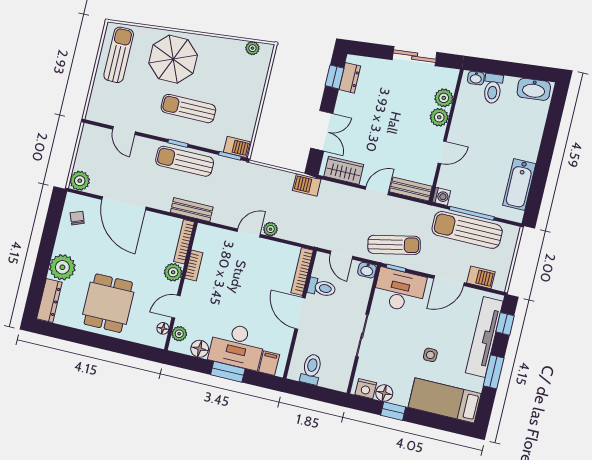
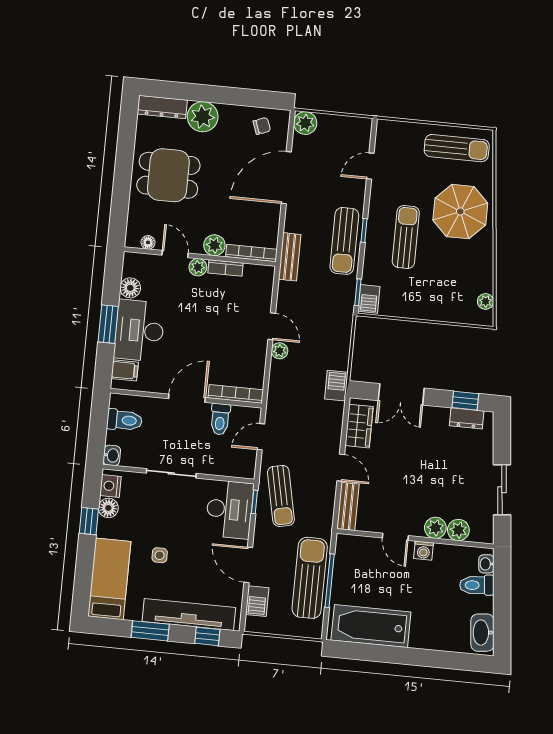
sun lounger: (185, 161) -> (344, 241), turned 180
bathtub: (519, 184) -> (371, 626), width x1.36, depth x1.36
washing machine: (441, 196) -> (423, 551), moved
washbasin: (367, 270) -> (112, 455), moved, turned 180
plant: (179, 334) -> (198, 267), moved

